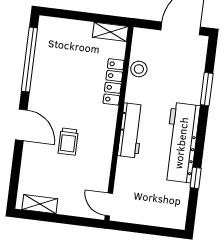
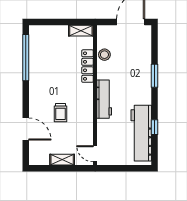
window: (207, 89) -> (155, 76), moved
door: (21, 125) -> (26, 129), moved
workbench: (181, 143) -> (141, 133), moved
shelving: (40, 204) -> (62, 160), moved

